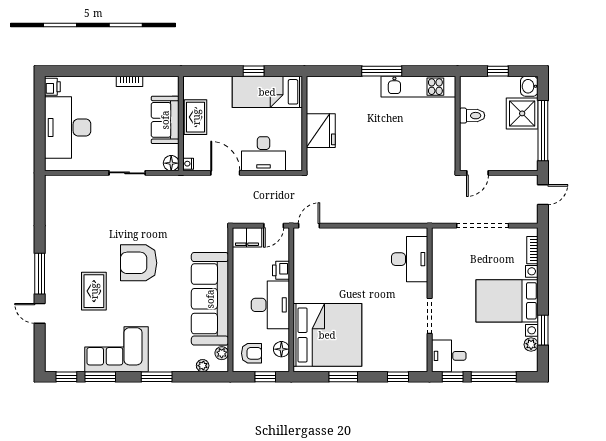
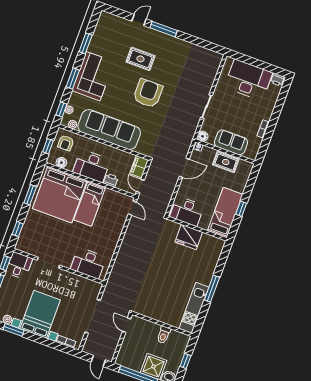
desk: (263, 154) -> (187, 211), moved, turned -90
bed: (325, 288) -> (90, 204), added
corner sofa: (117, 349) -> (93, 76), moved
window: (66, 377) -> (61, 110), moved

